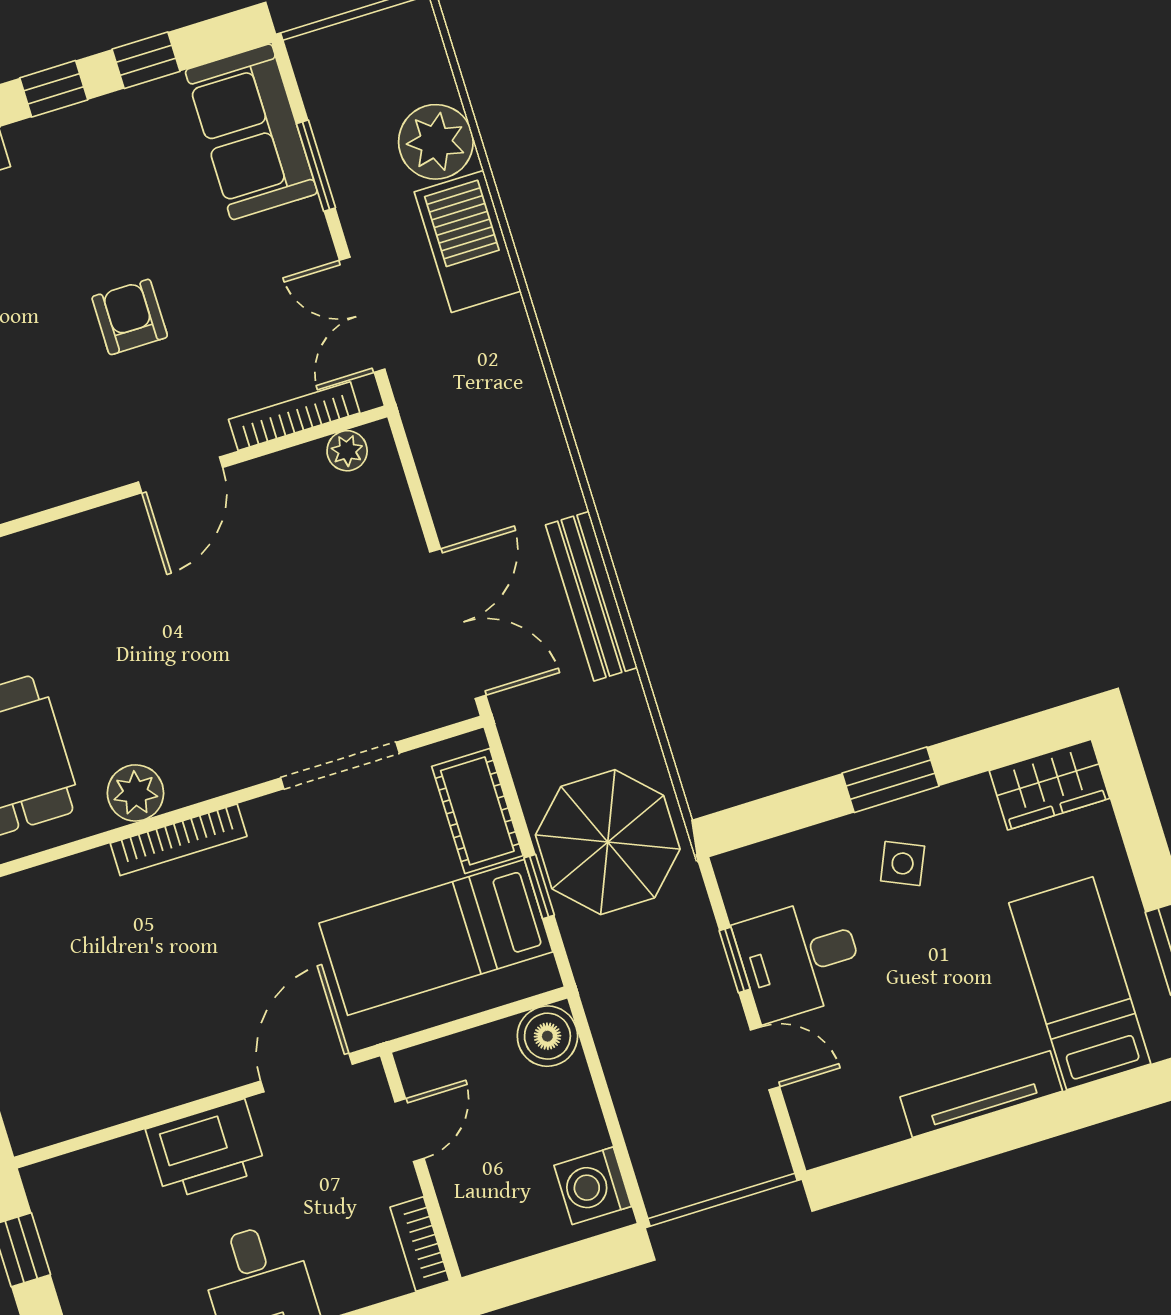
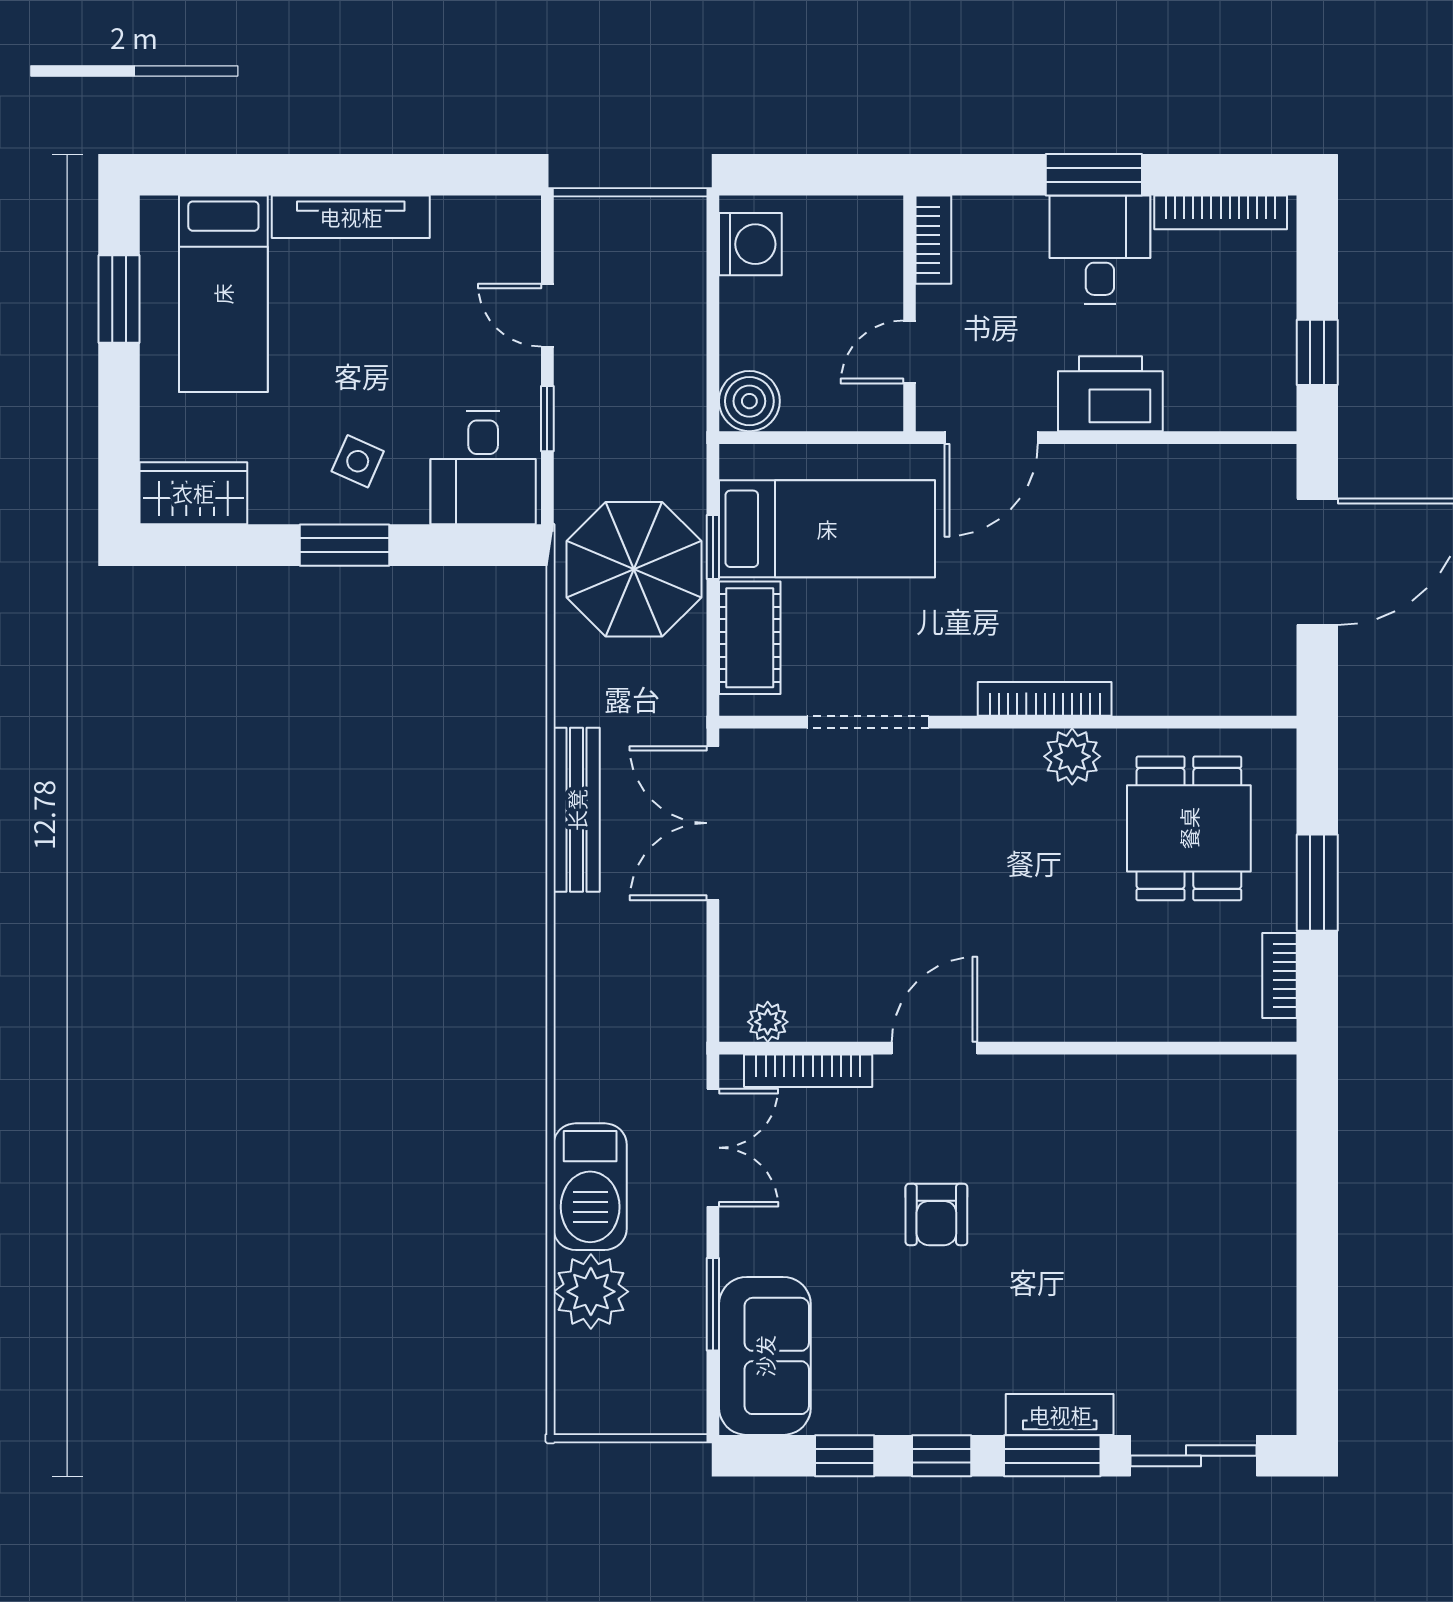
desk: (800, 959) -> (483, 468), moved, turned 90

